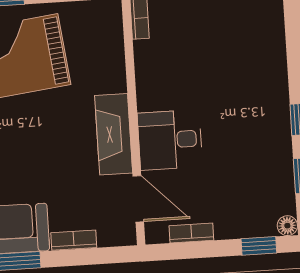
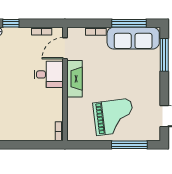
door: (138, 199) -> (65, 48), hinge flipped

